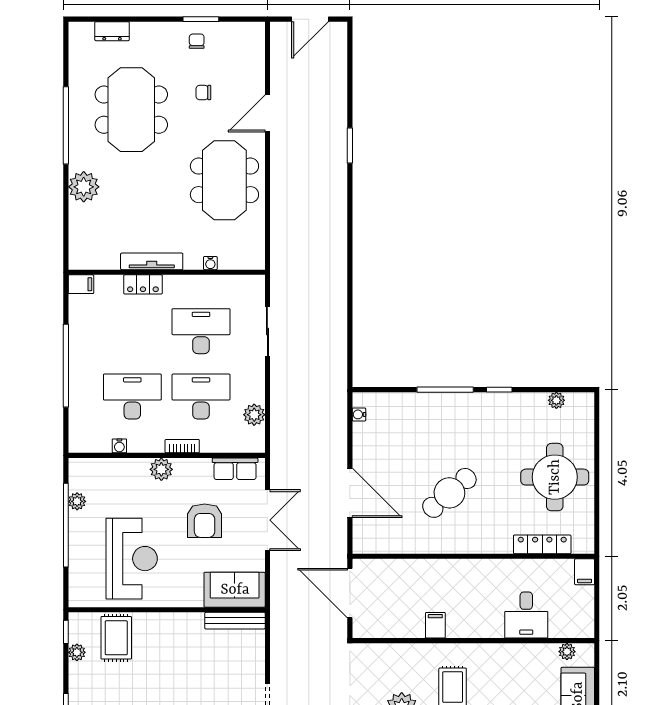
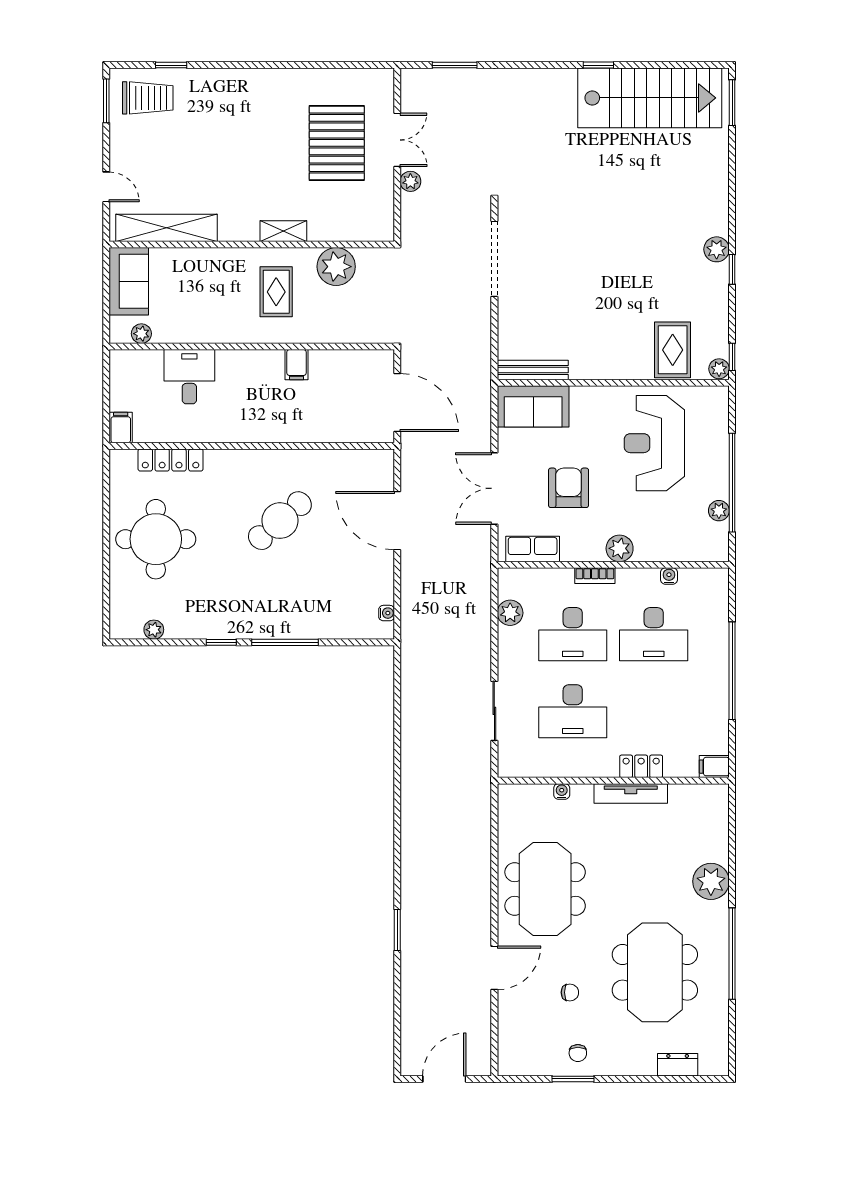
plant: (77, 652) -> (719, 369), moved

